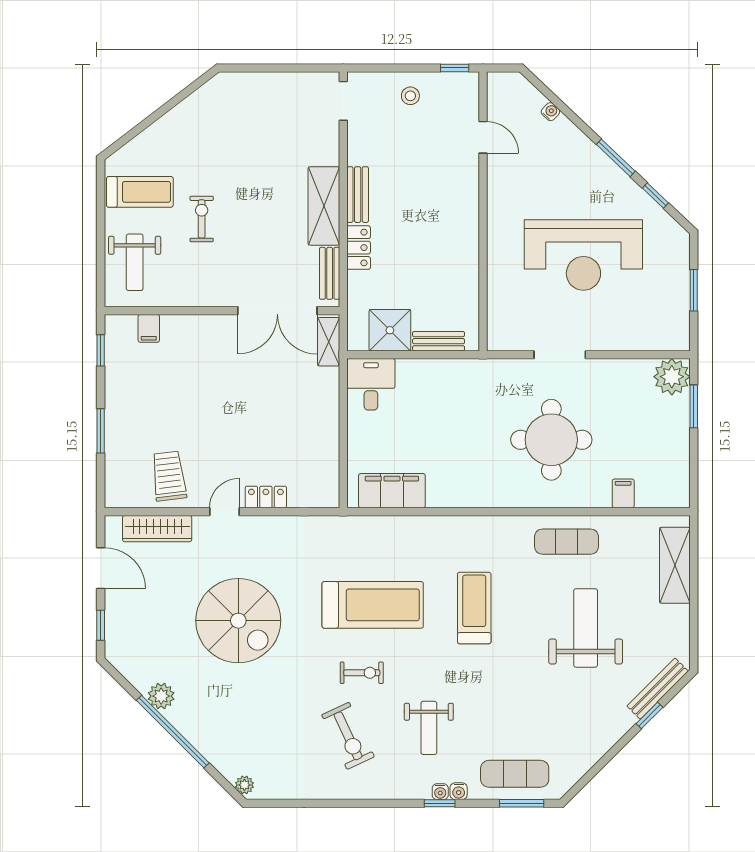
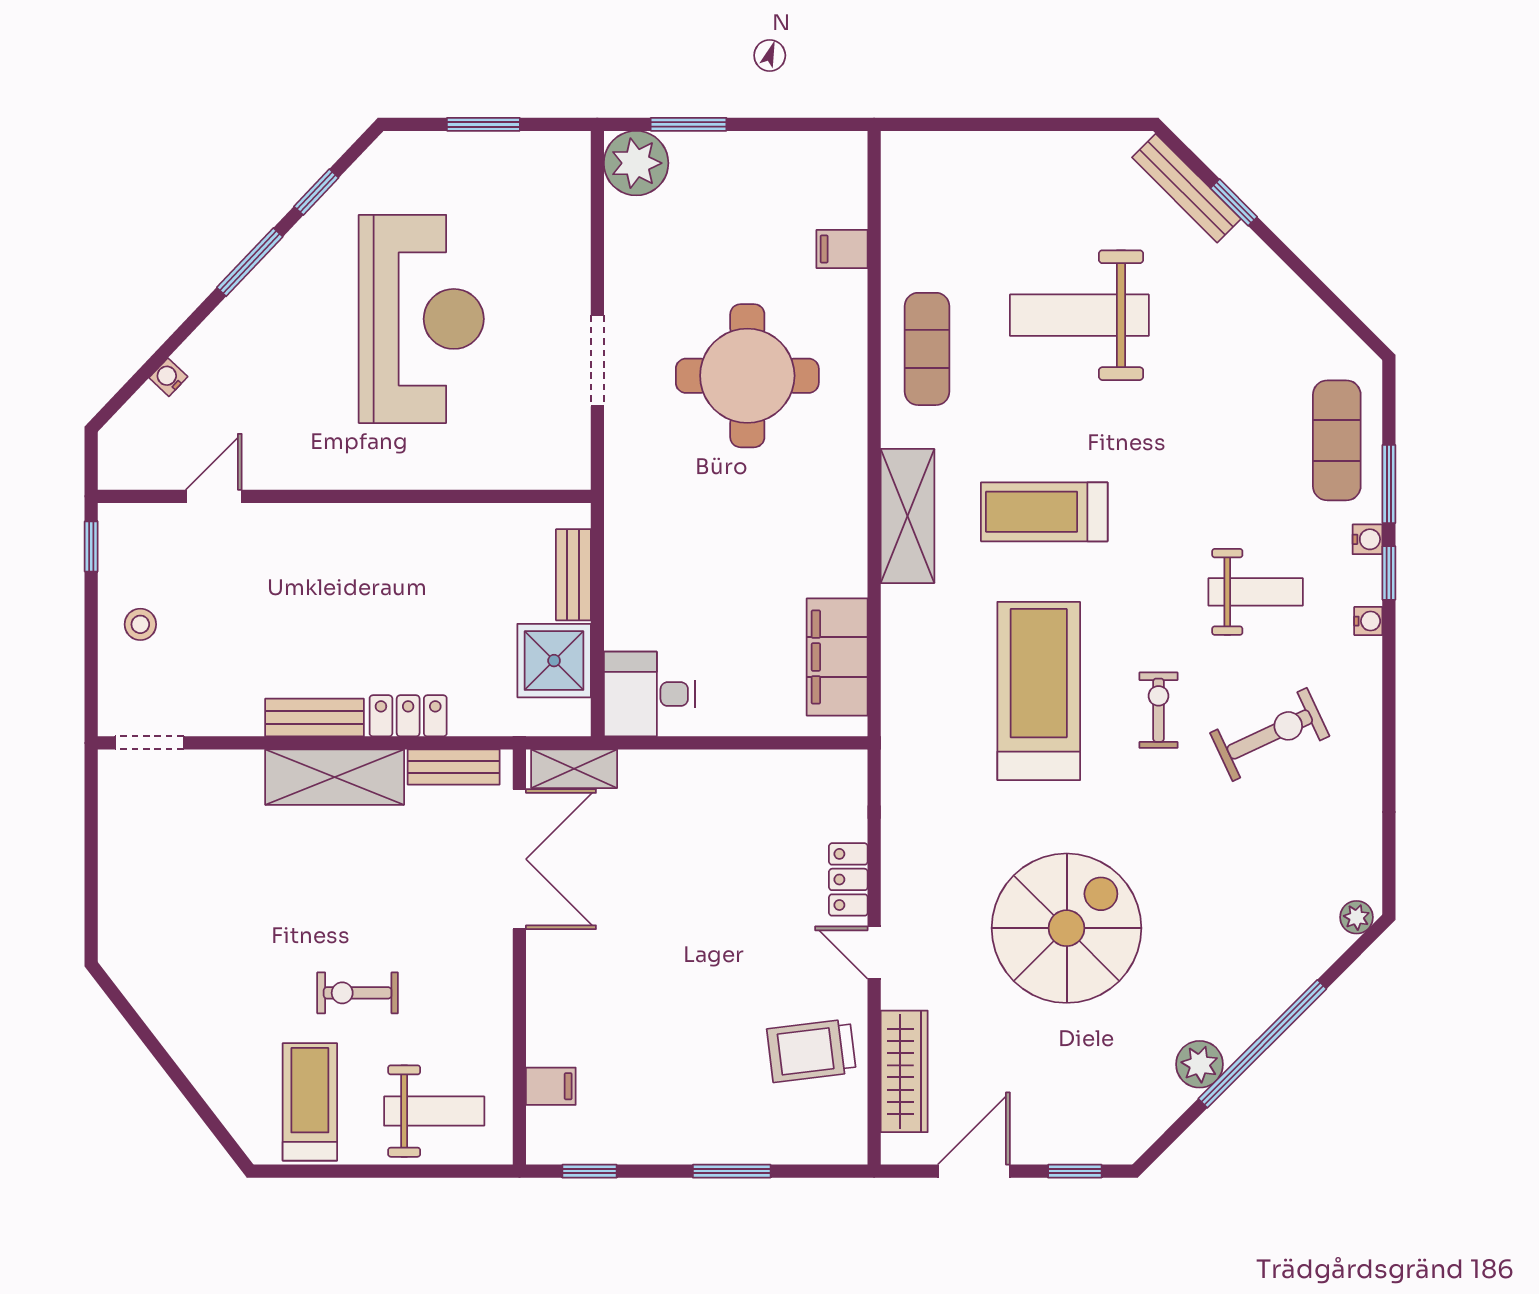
shelving: (675, 565) -> (907, 516), moved, turned 90
water cooler: (440, 792) -> (1368, 621), moved
window: (522, 803) -> (1389, 484), moved

